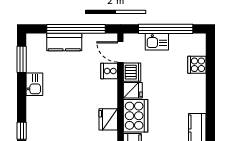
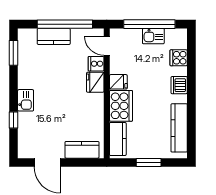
kitchen sink: (157, 42) -> (153, 36), moved
dishwasher: (132, 72) -> (179, 85), moved, turned 180
kitchen sink: (34, 84) -> (26, 100), moved
fridge: (108, 119) -> (95, 82), moved

